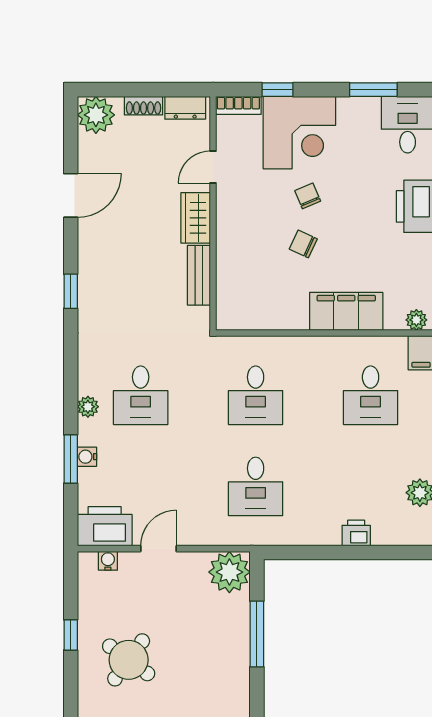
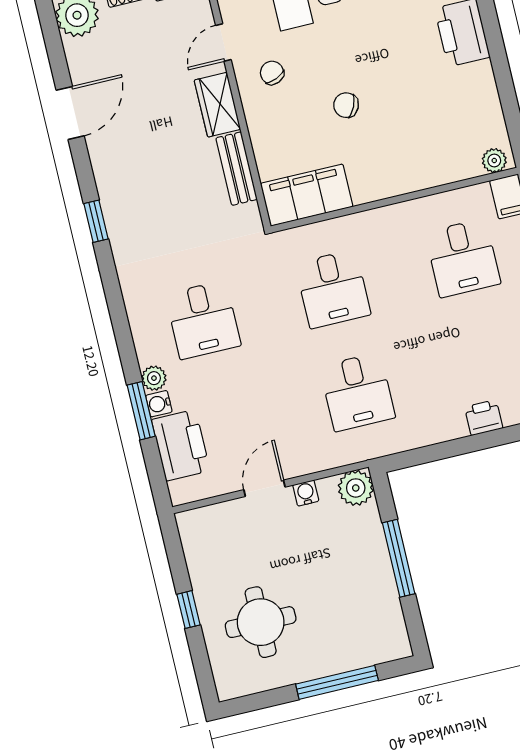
chair: (308, 196) -> (272, 73), moved
filing cabinet: (346, 311) -> (307, 195), moved
plant: (88, 407) -> (154, 378), moved
printer: (105, 526) -> (181, 445), moved, turned 90
water cooler: (108, 561) -> (306, 493), moved
plant: (229, 572) -> (356, 488), width x0.73, depth x0.73
round table: (129, 660) -> (261, 622), turned -36

